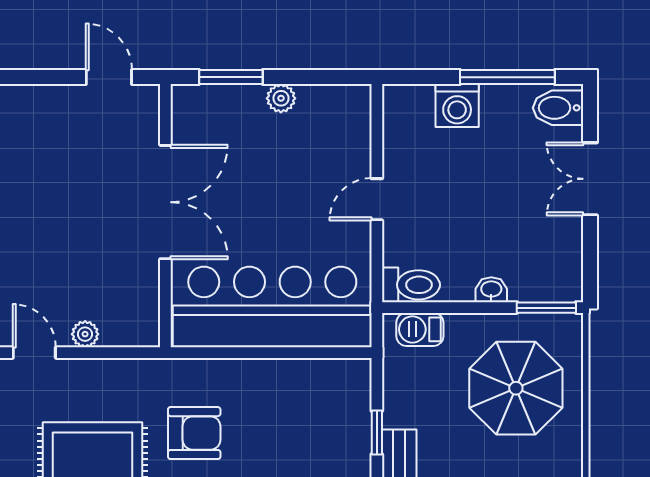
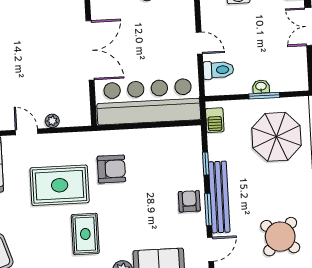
door: (377, 199) -> (199, 43), swing flipped
toilet: (411, 285) -> (218, 70), moved
window: (546, 308) -> (264, 96), moved
barbecue: (420, 329) -> (215, 120), moved, turned -90

